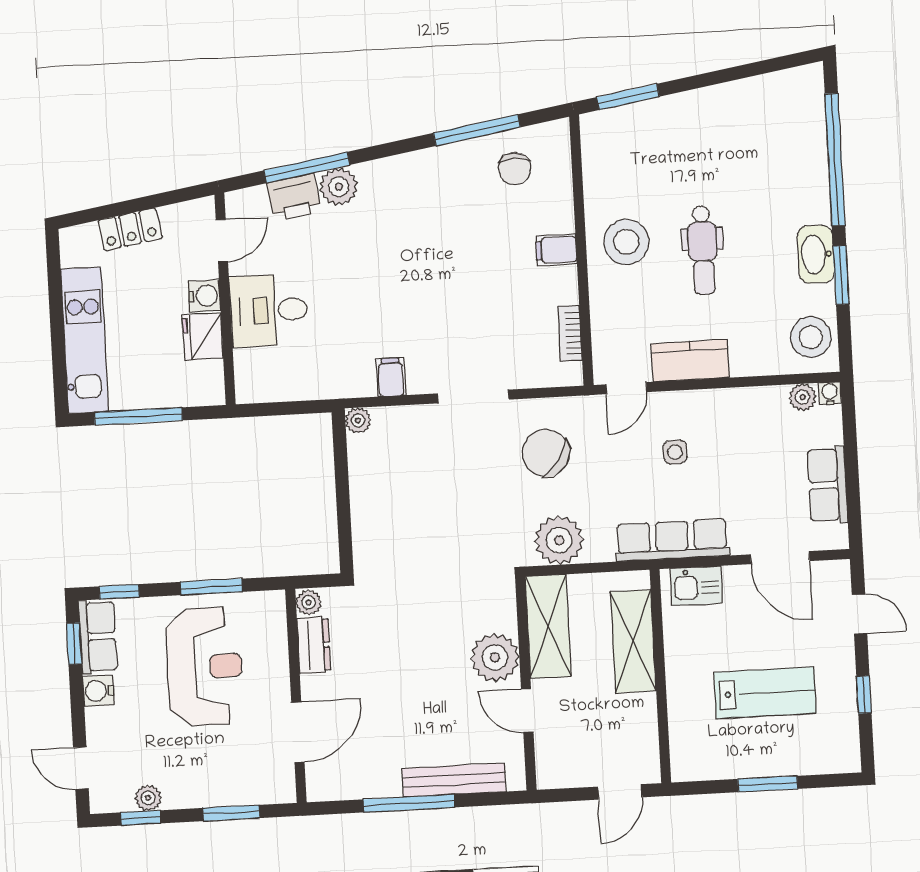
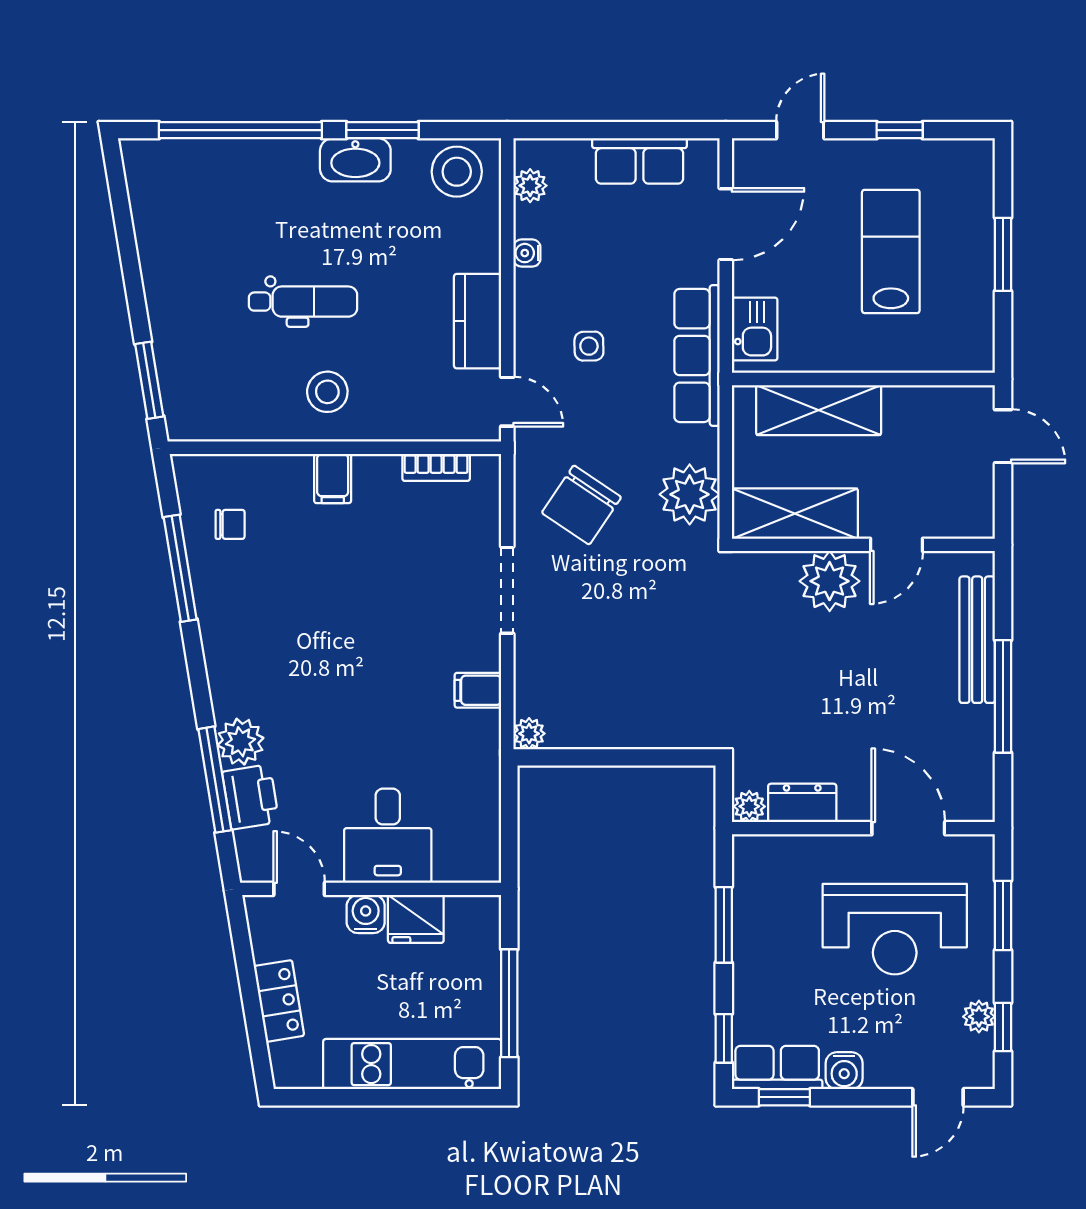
chair: (515, 169) -> (230, 524), width x0.73, depth x0.73
stool: (626, 242) -> (327, 392), width x0.73, depth x0.73
dental chair: (703, 250) -> (303, 302), moved
water cooler: (830, 393) -> (527, 253), moved
reception desk: (204, 667) -> (895, 929), moved, turned 180

